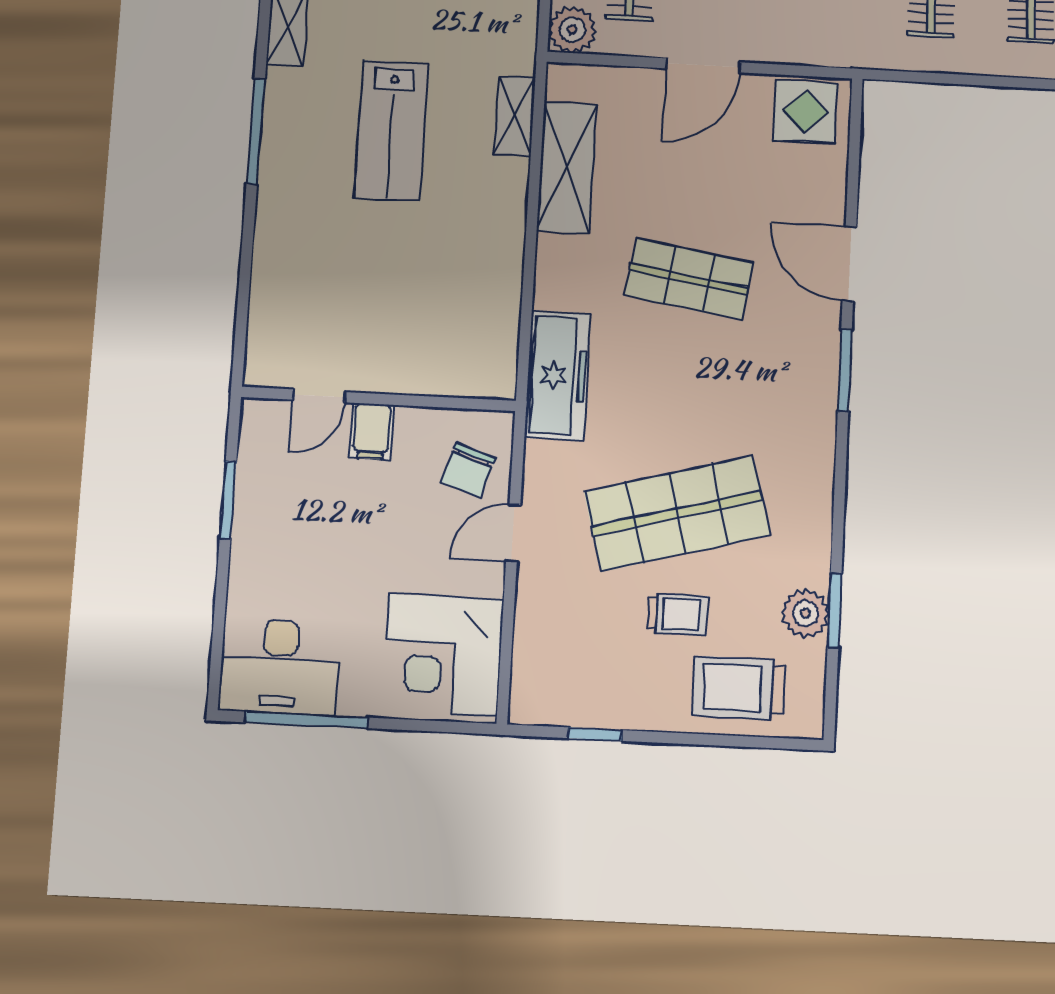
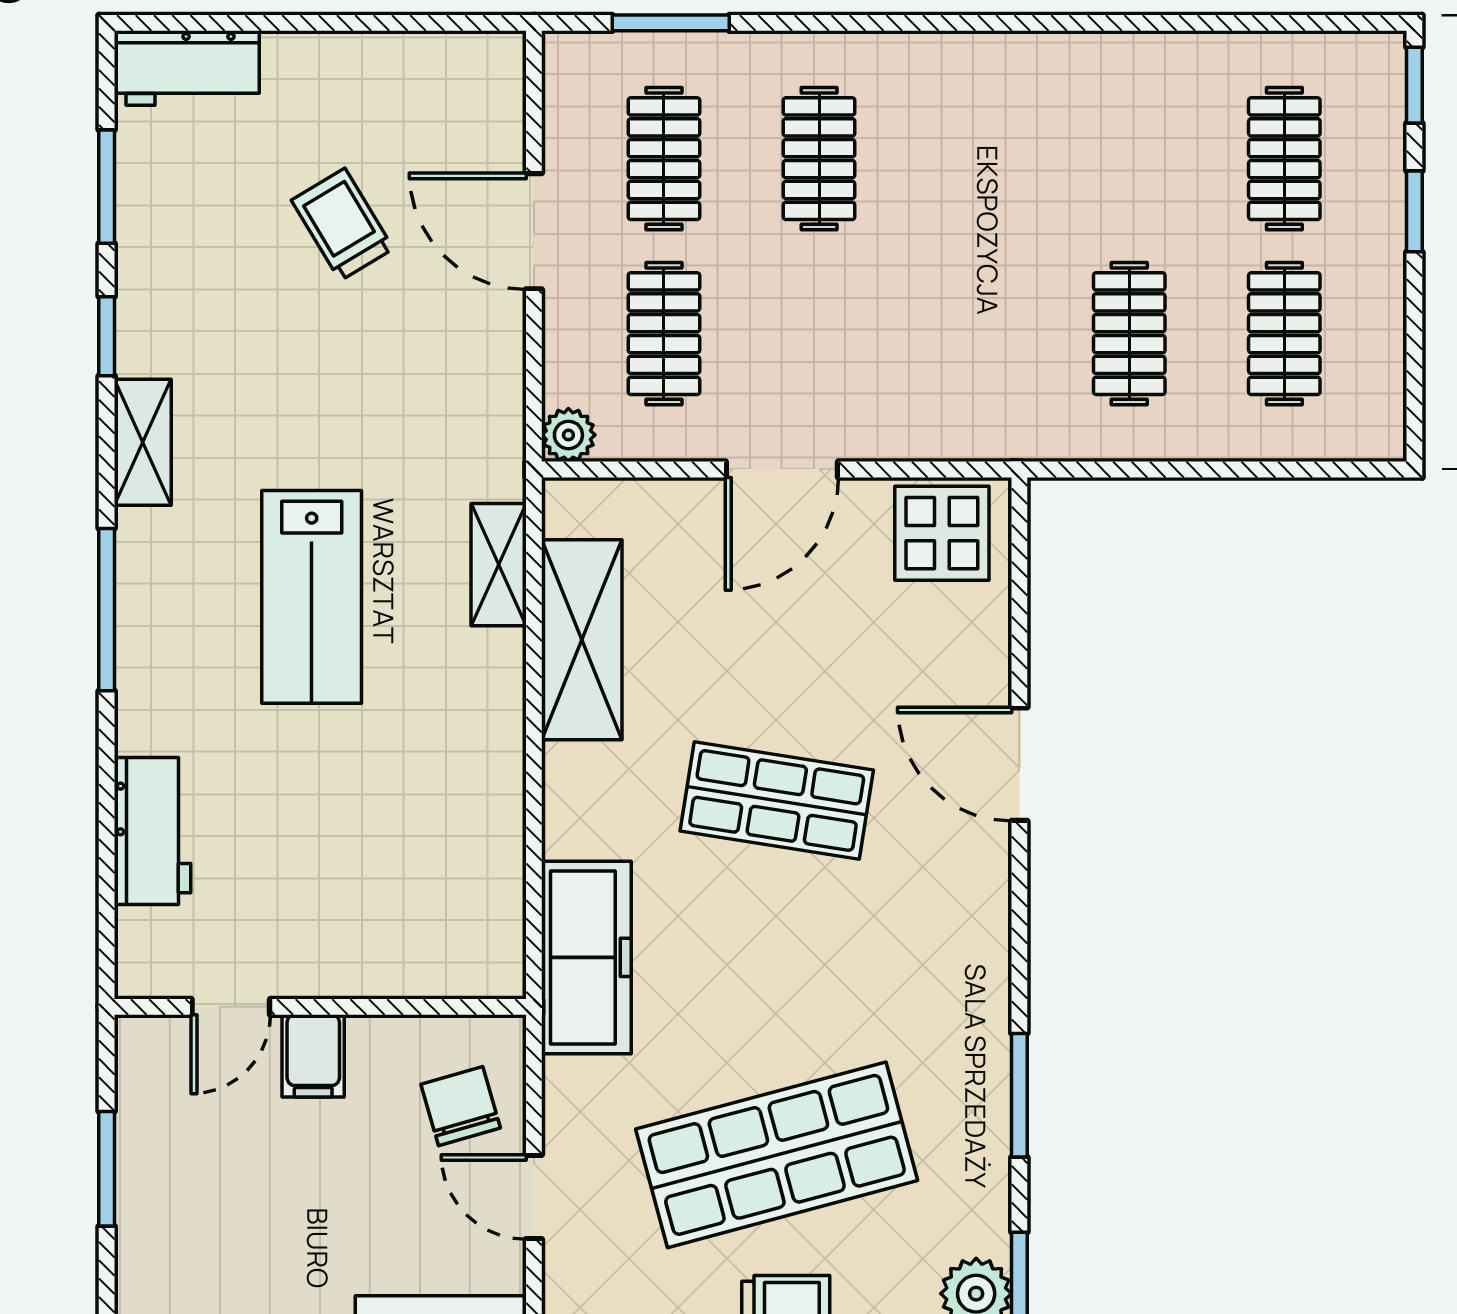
plant: (572, 30) -> (568, 435), width x0.73, depth x0.73
workbench: (275, 277) -> (152, 831), added
window: (845, 371) -> (1019, 1095), moved
chair: (468, 470) -> (461, 1106), turned 146
door: (513, 533) -> (534, 1197), hinge flipped

